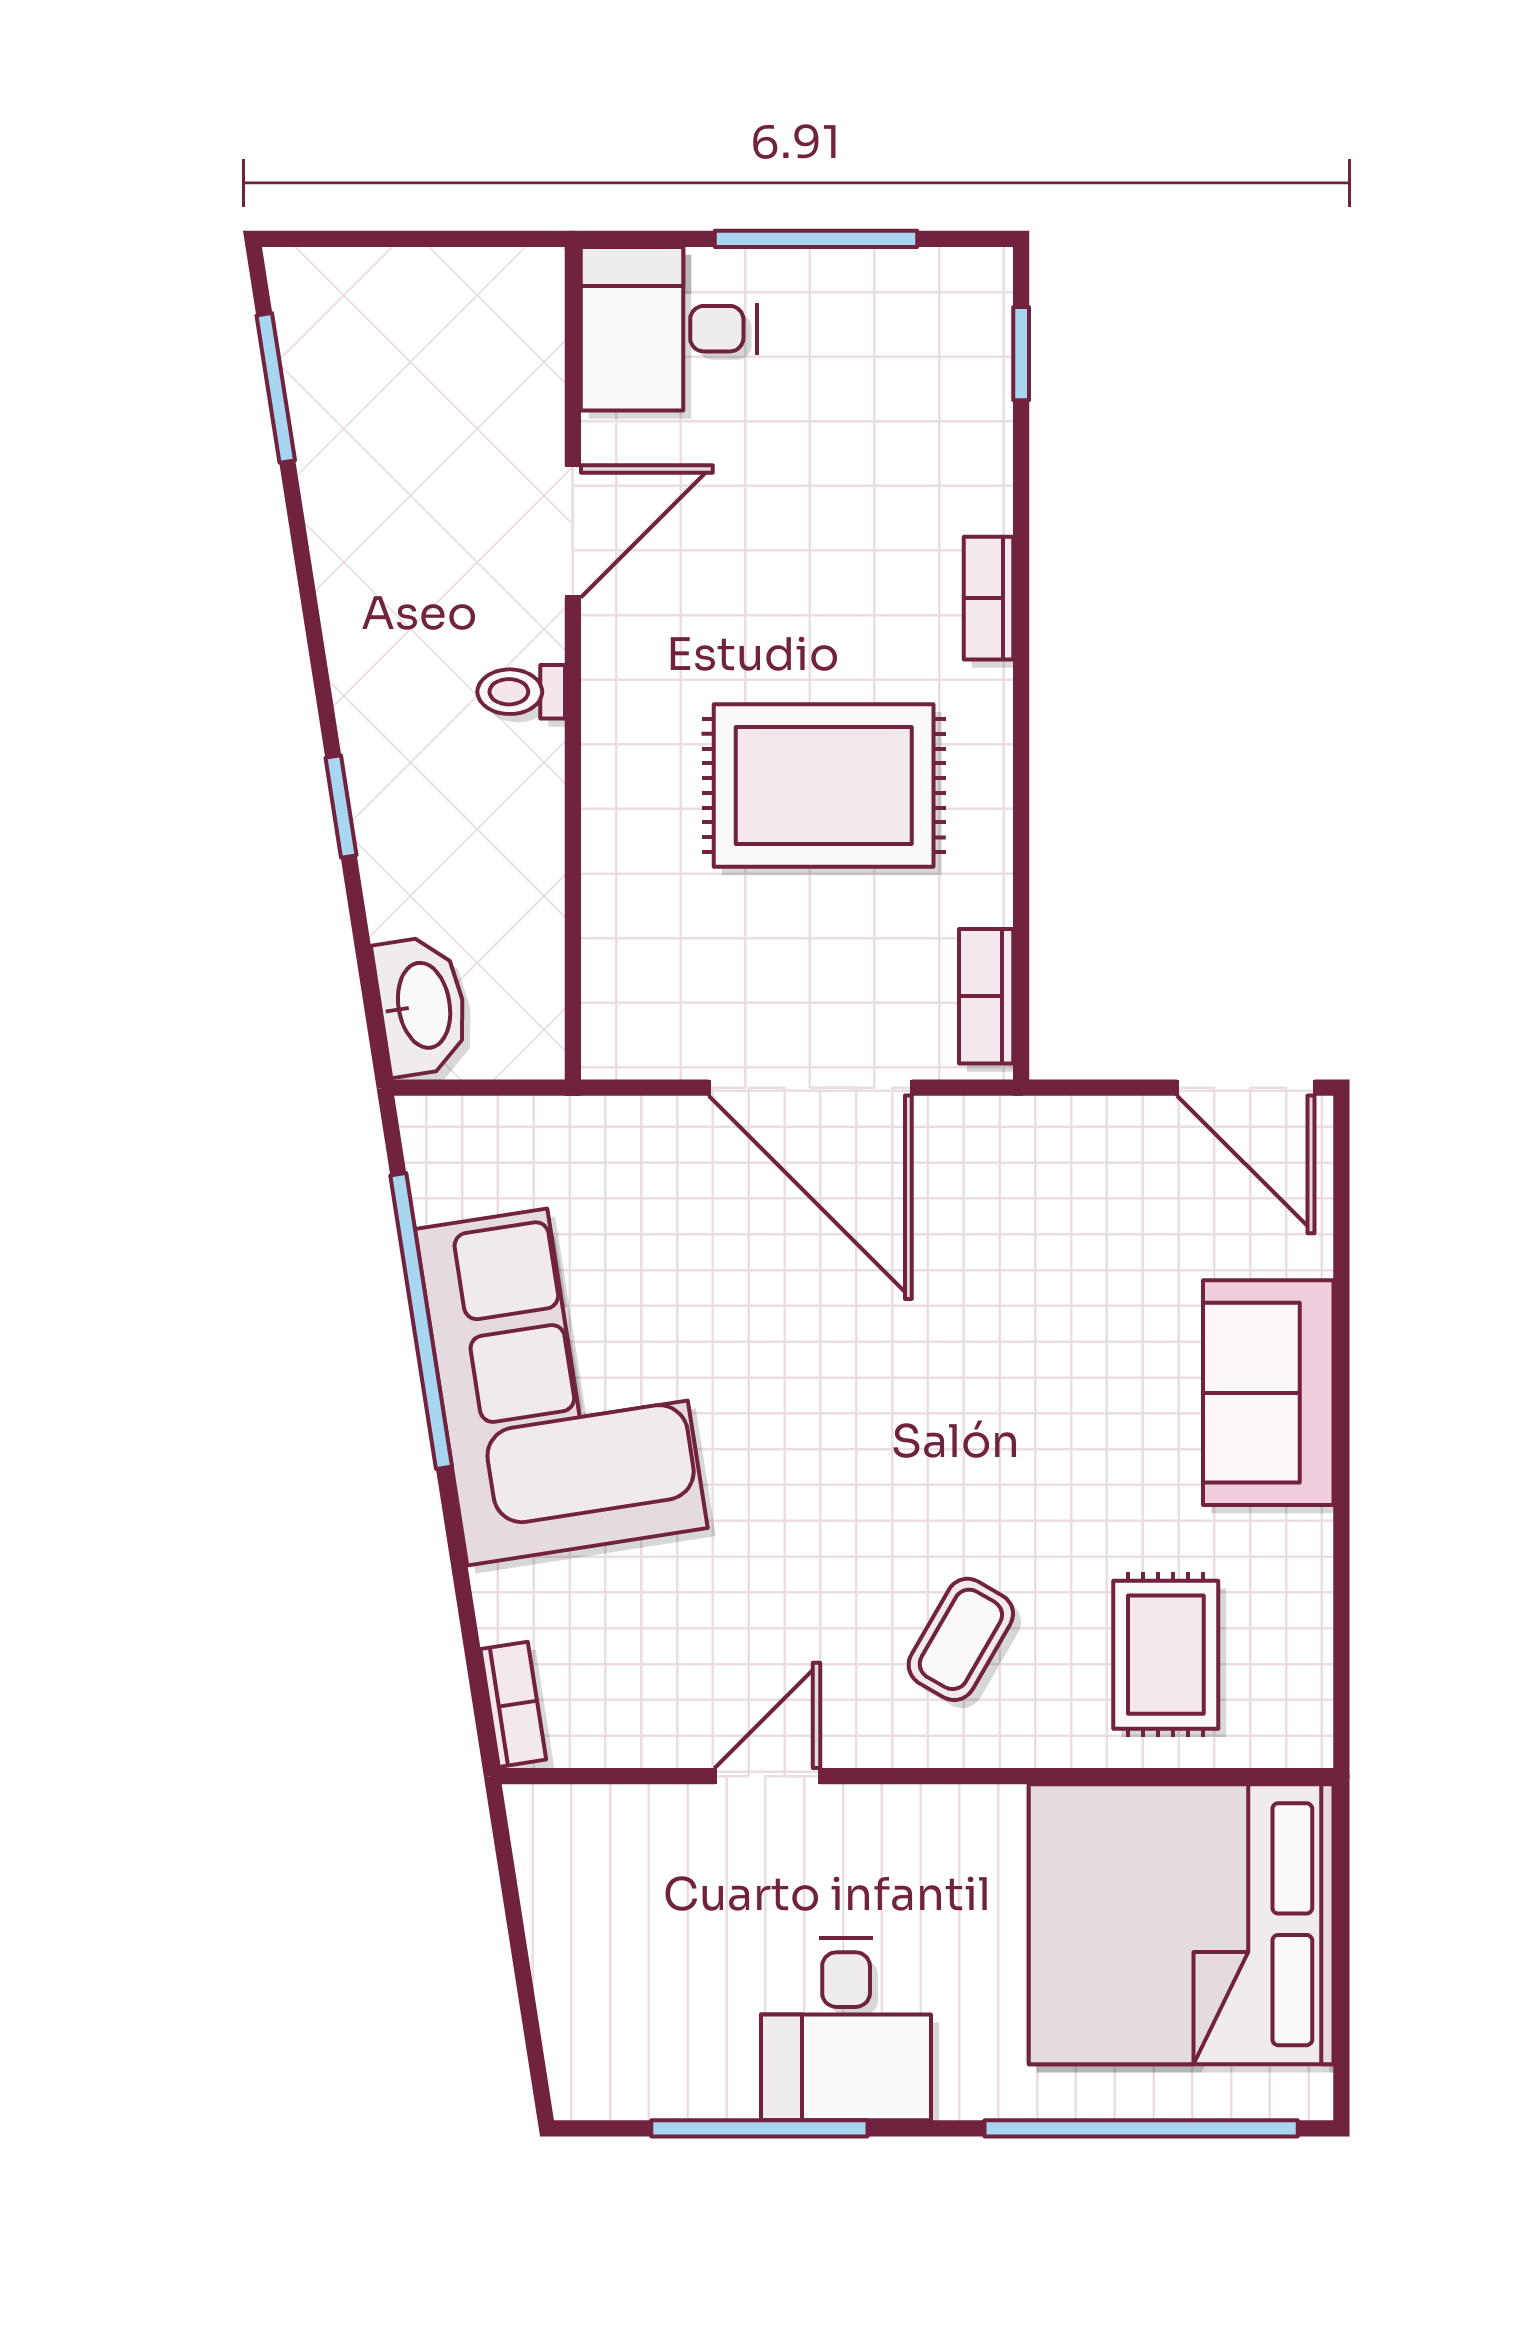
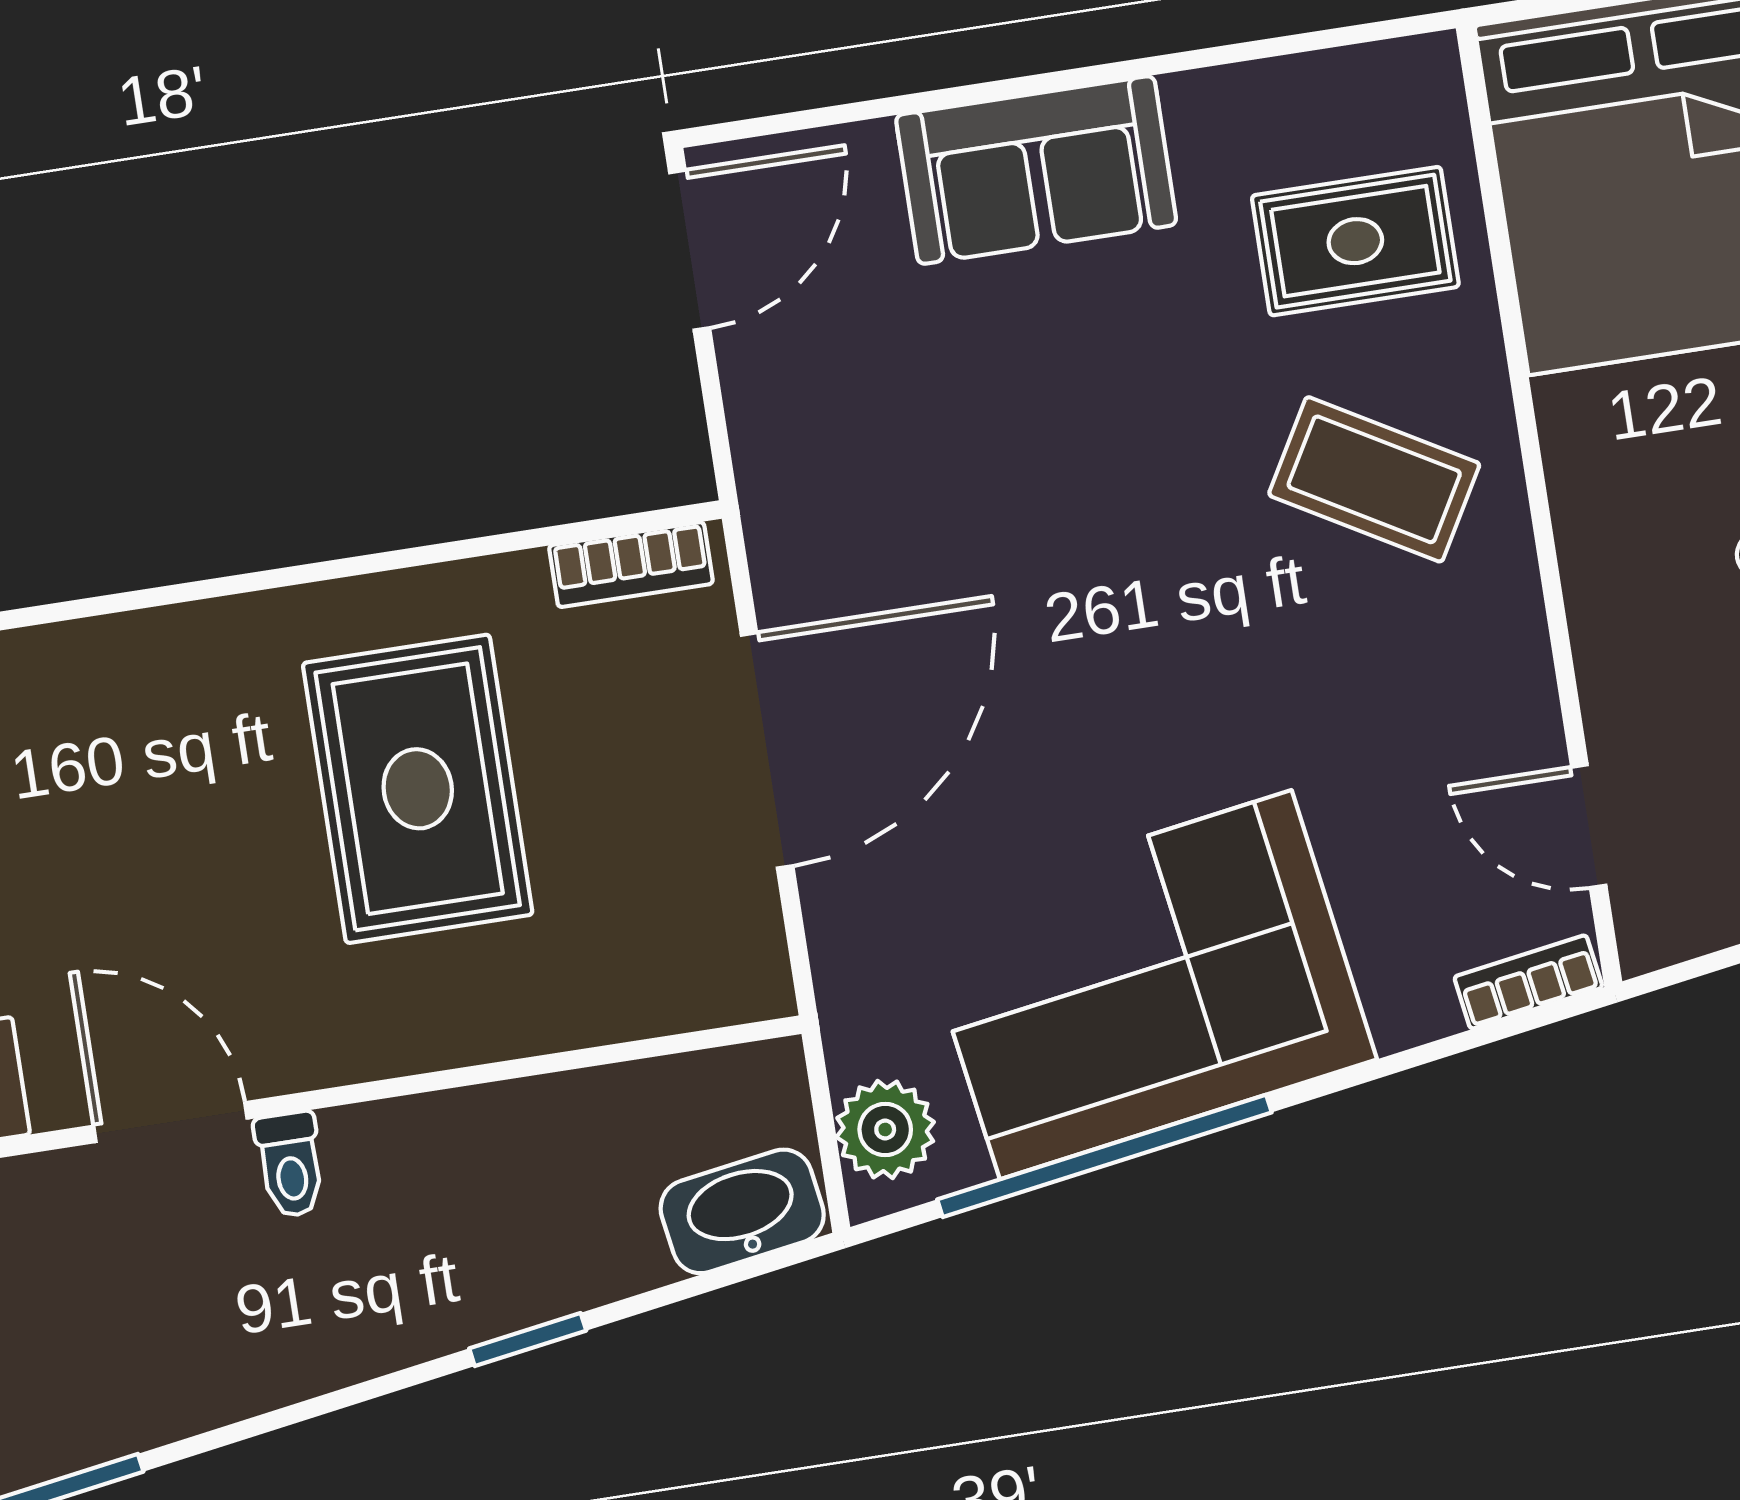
bookcase: (989, 598) -> (173, 633), removed
toilet: (521, 692) -> (290, 1164), moved
plant: (472, 1138) -> (885, 1129), added
coffee table: (961, 1639) -> (1374, 479), width x1.36, depth x1.30
door: (767, 1776) -> (1589, 826), moved

